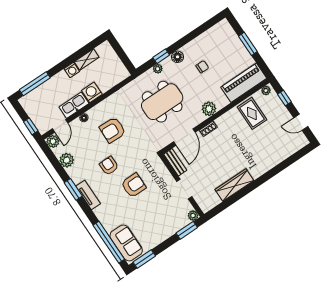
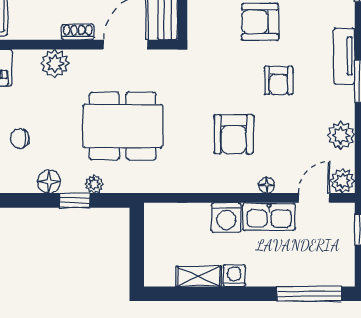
armchair: (113, 130) -> (234, 134), turned 88

